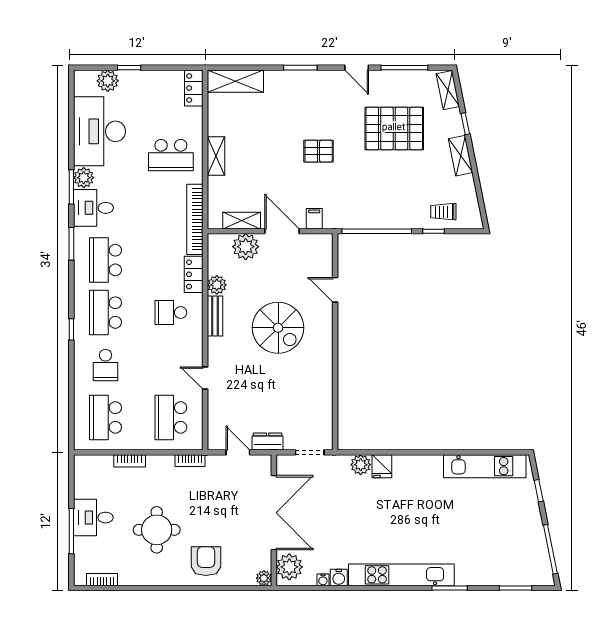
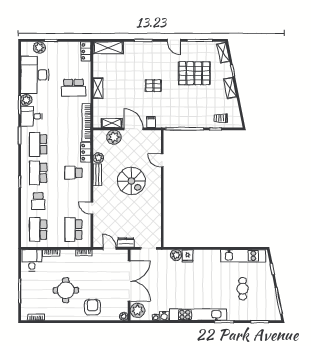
desk: (93, 518) -> (32, 260), moved, turned 90
cafe table: (484, 527) -> (243, 289), added

